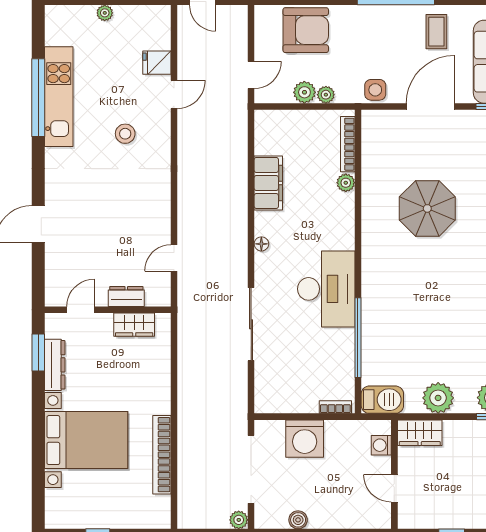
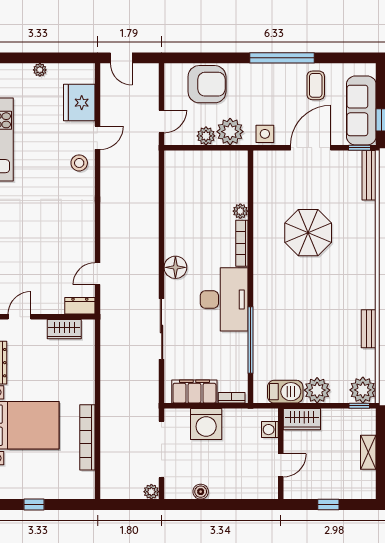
fridge: (157, 63) -> (79, 103), width x1.88, depth x1.34
plant: (326, 95) -> (230, 132), width x1.87, depth x1.87
stool: (125, 134) -> (79, 163), moved
bookcase: (348, 144) -> (242, 243), moved
filing cabinet: (268, 183) -> (194, 391), moved, turned -90
floor lamp: (261, 244) -> (175, 267), width x1.89, depth x1.89
dresser: (126, 296) -> (80, 306), moved
barbecue: (382, 400) -> (285, 392), moved
door: (394, 488) -> (281, 465), swing flipped

